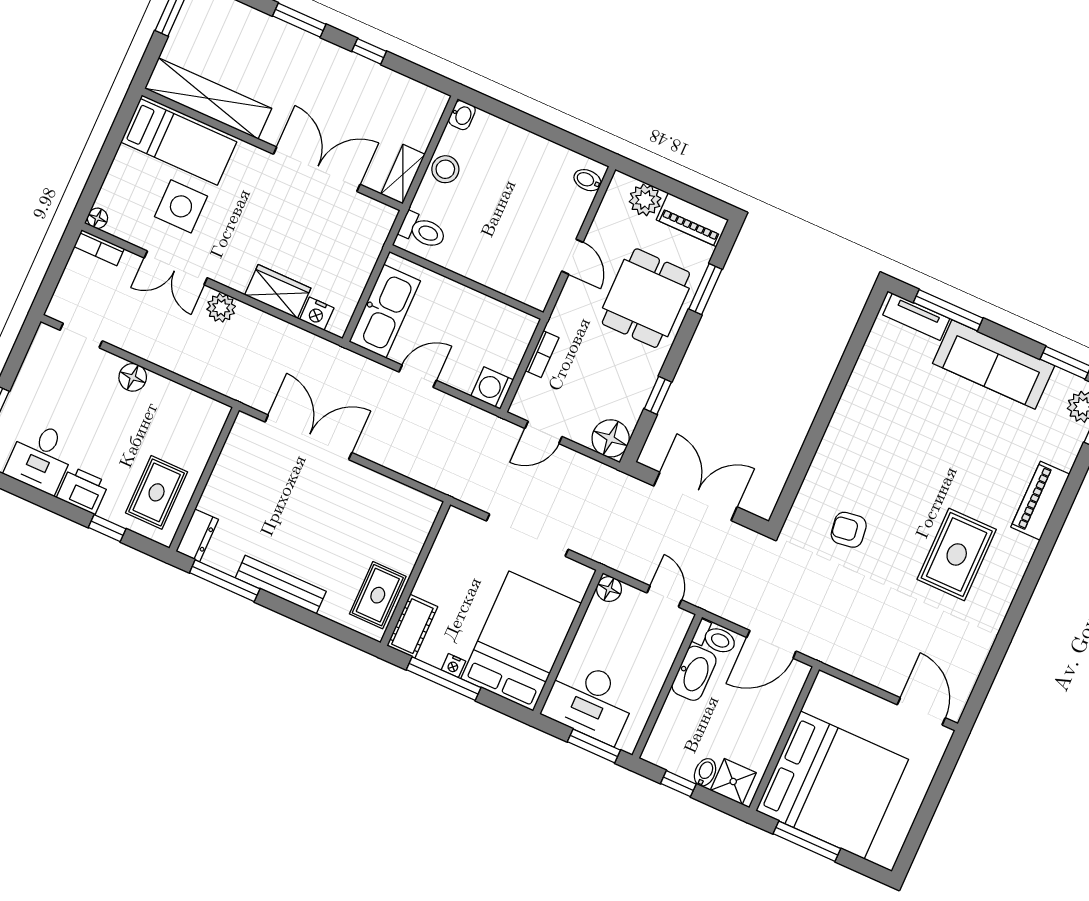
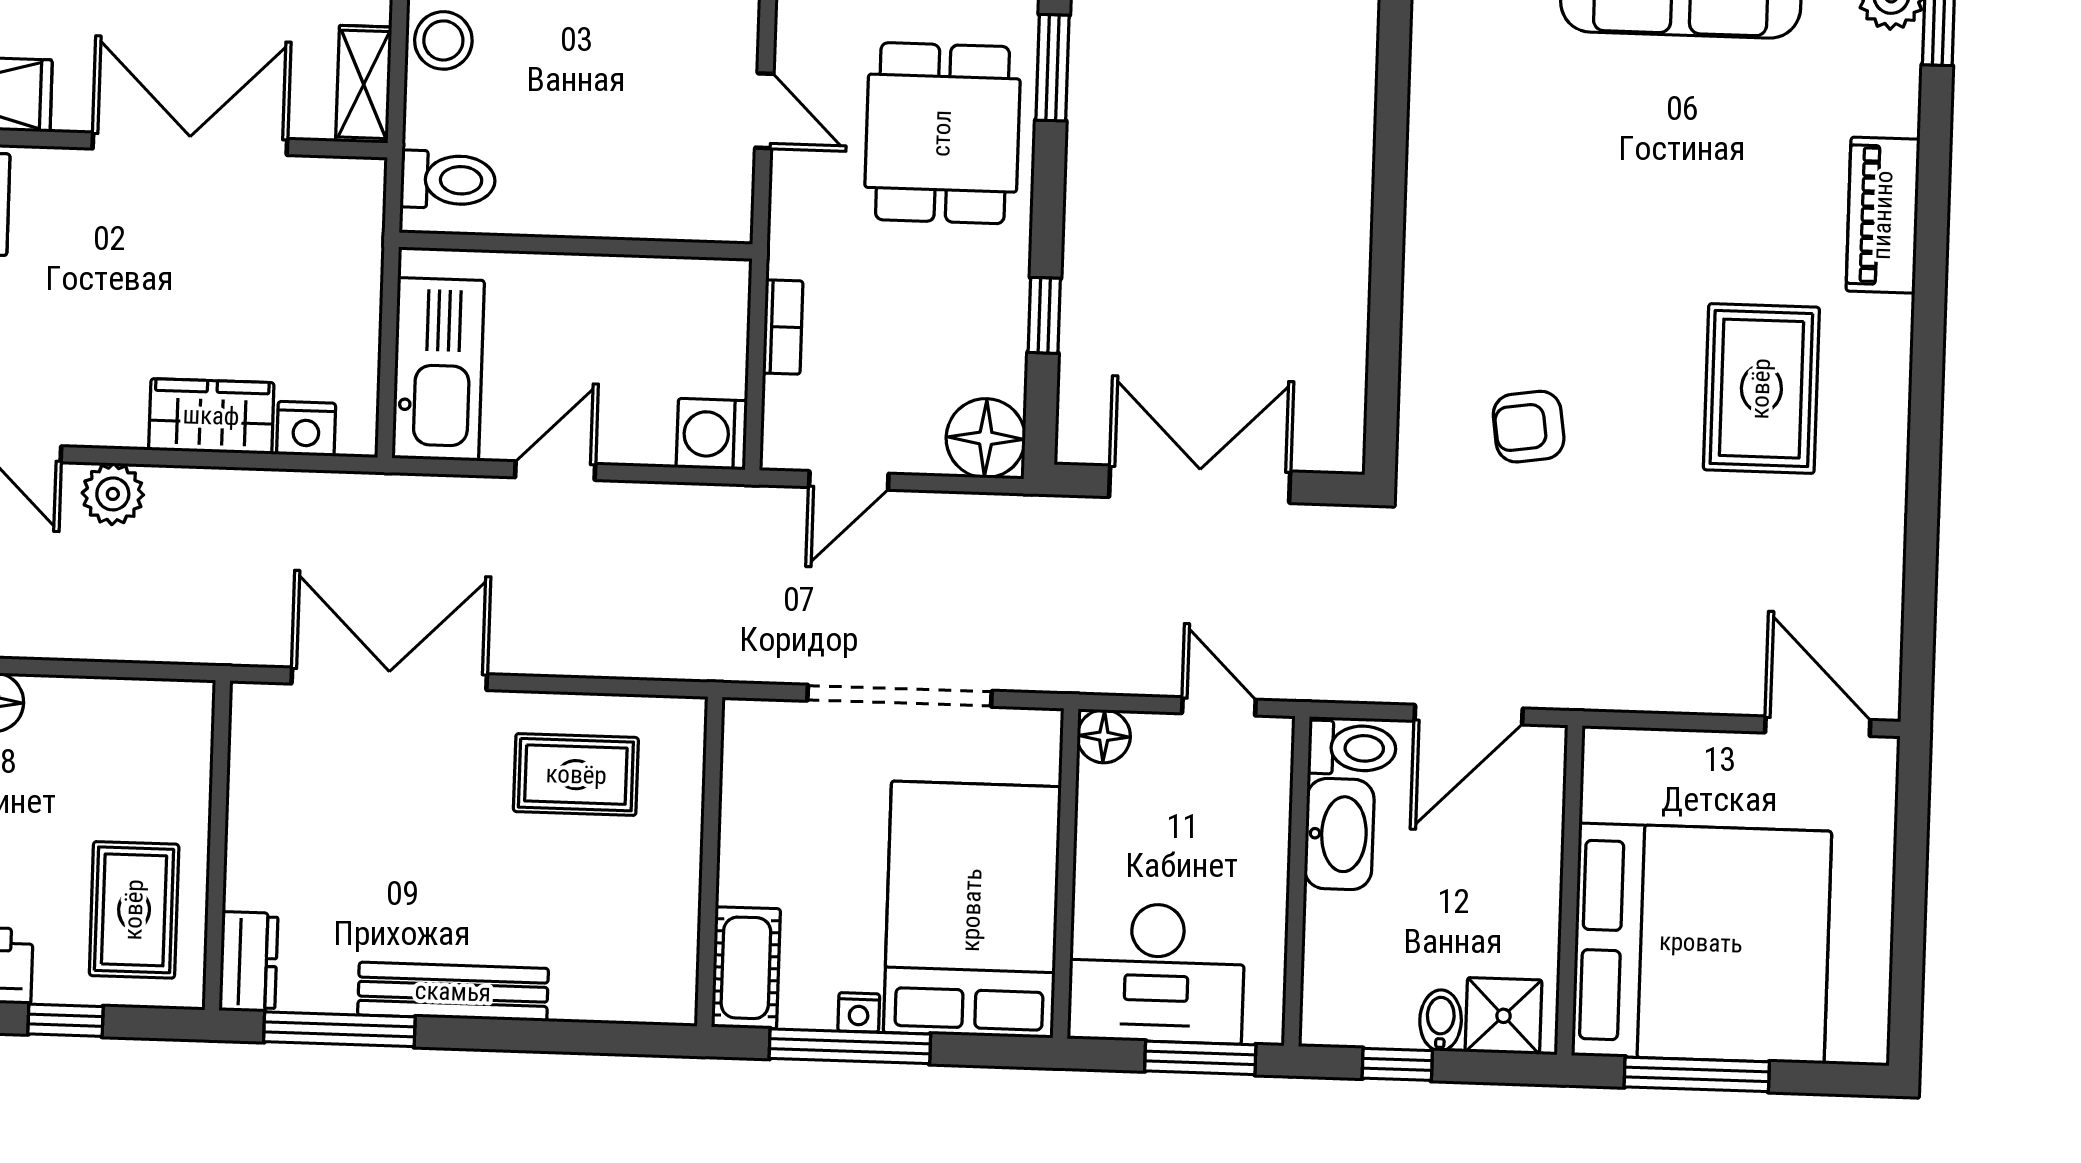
rug: (378, 595) -> (576, 775), moved, turned 90

